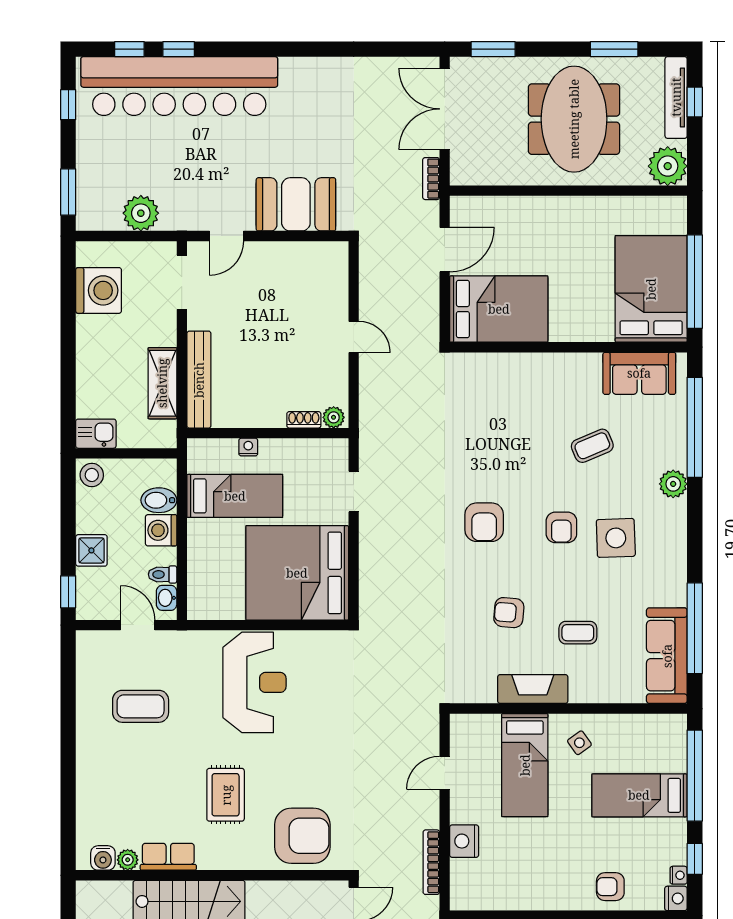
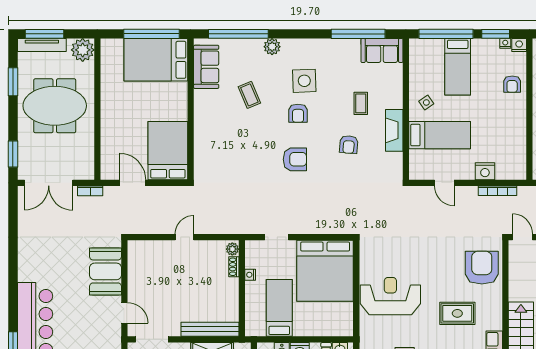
window: (695, 102) -> (44, 34), width x2.17
nightstand: (248, 447) -> (250, 275), moved
armchair: (561, 527) -> (298, 113), turned 90
sofa: (667, 656) -> (382, 50), width x0.73
window: (695, 859) -> (496, 34), width x1.50

